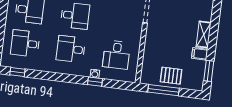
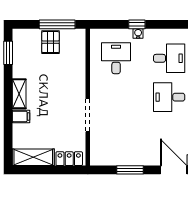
filing cabinet: (200, 54) -> (21, 116), moved
pallet: (171, 76) -> (51, 42), turned 90

